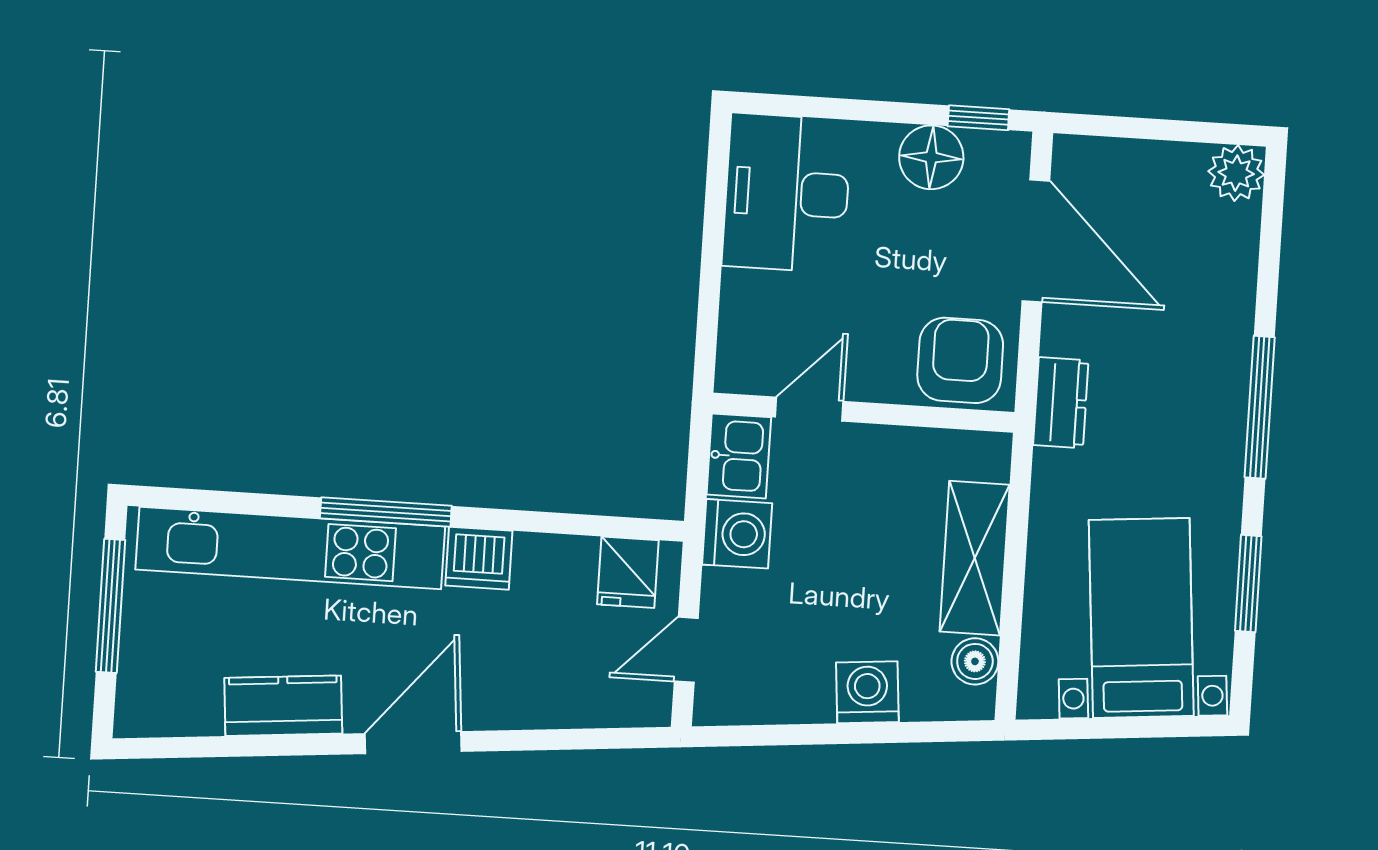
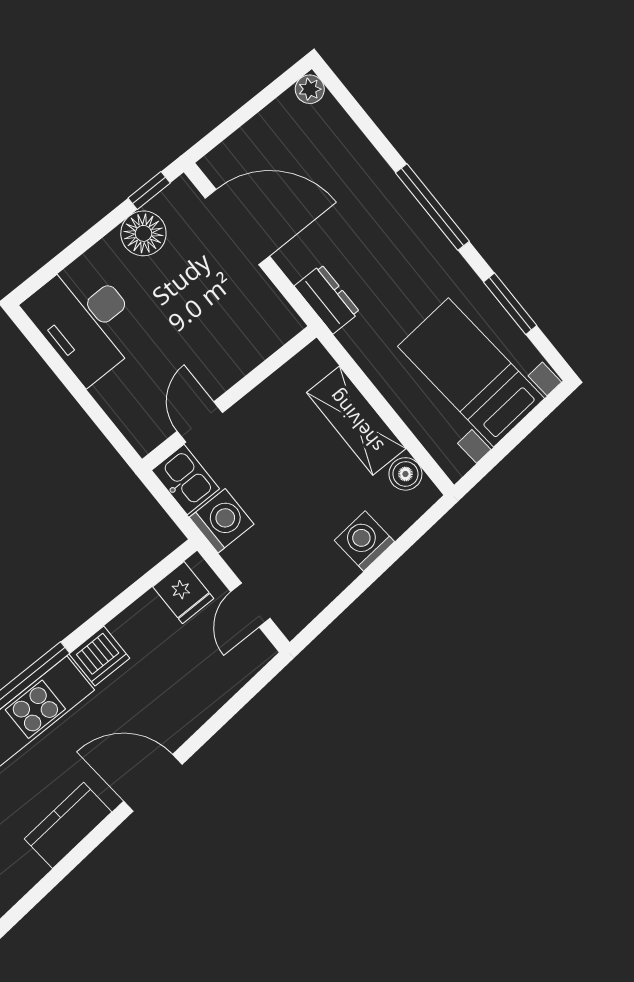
plant: (1236, 173) -> (310, 89), width x0.73, depth x0.73
armchair: (960, 360) -> (255, 325), removed
door: (413, 743) -> (153, 783), hinge flipped

